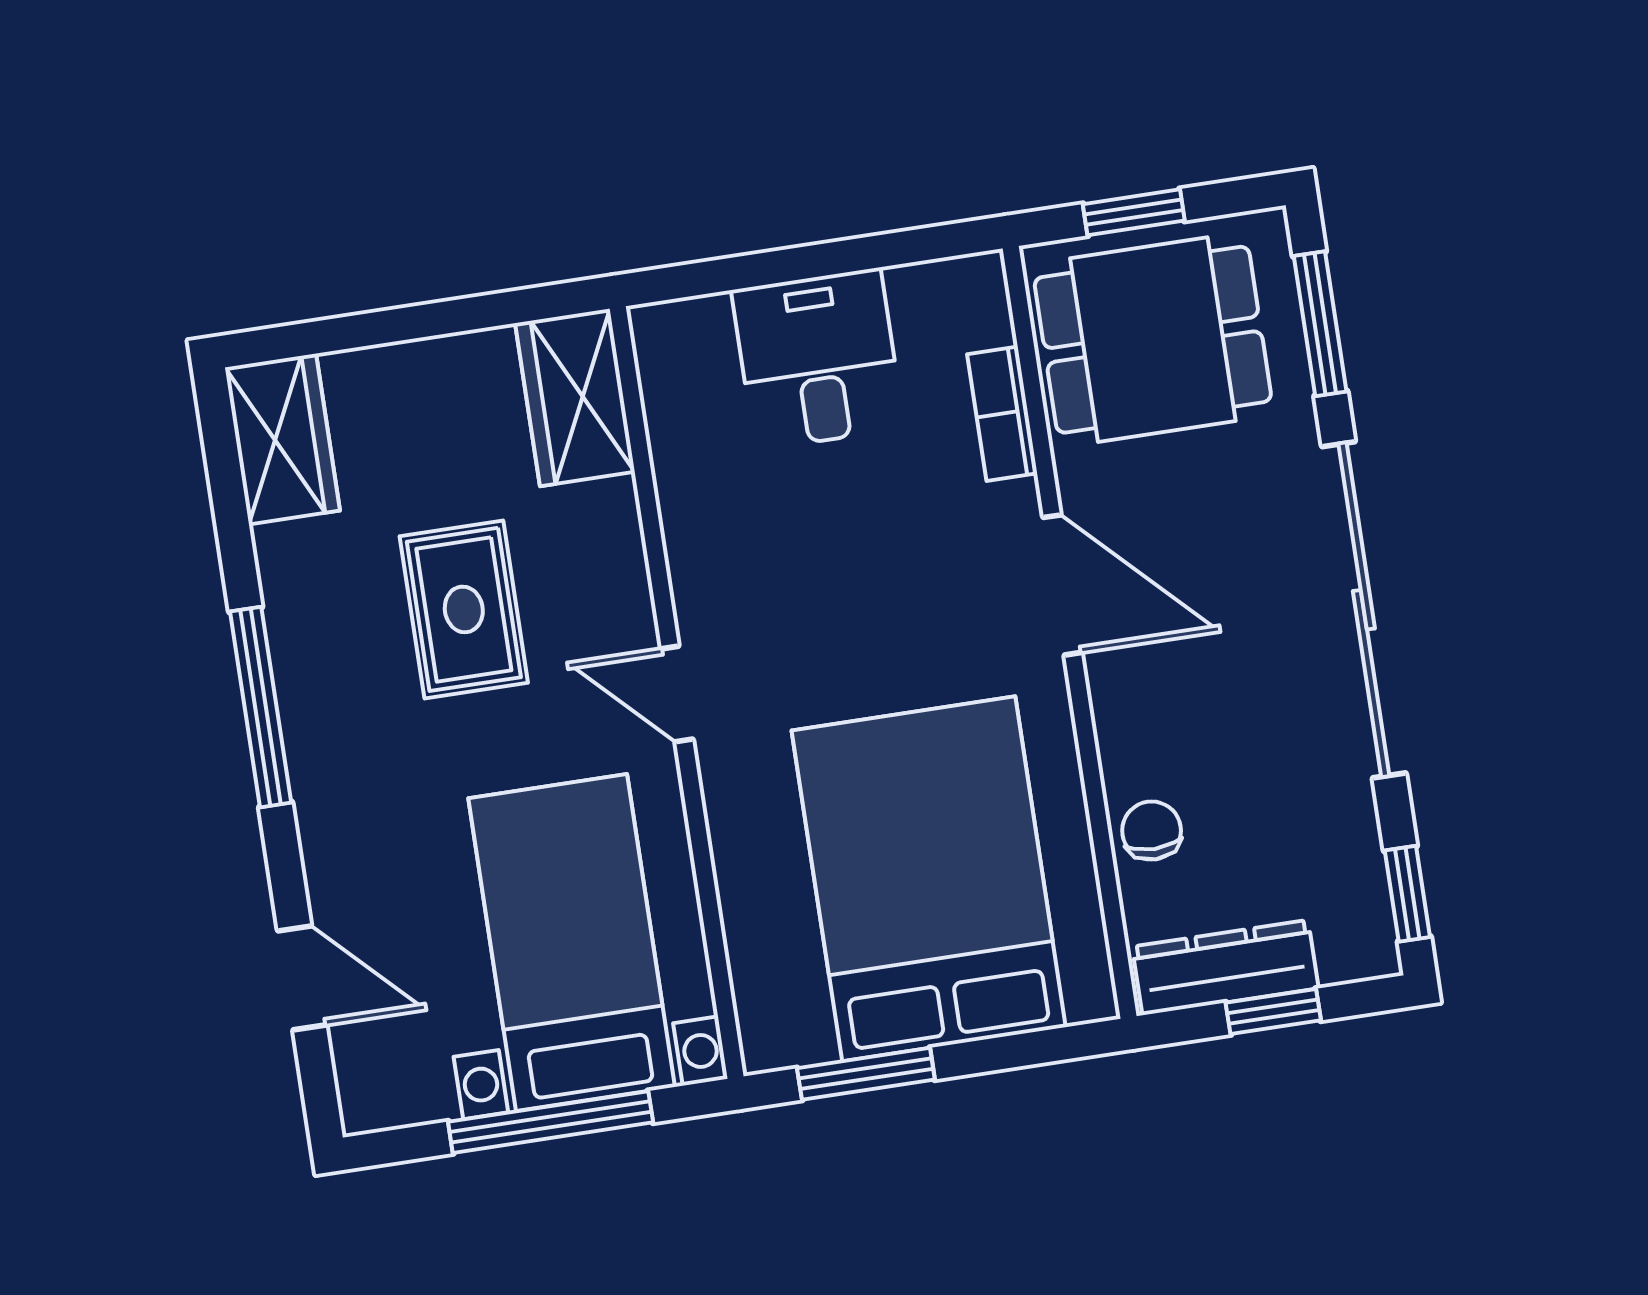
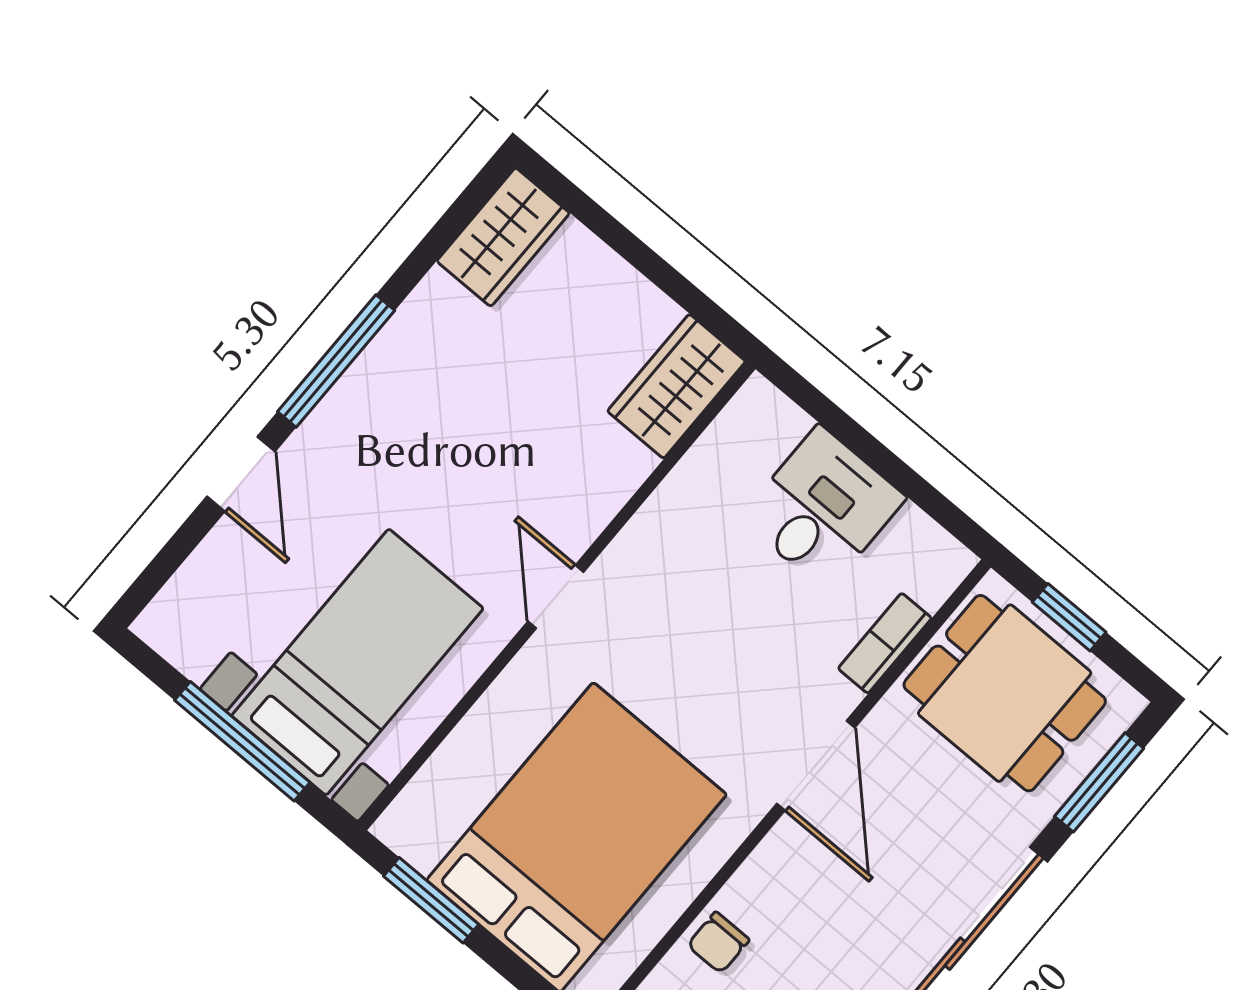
rug: (464, 609) -> (496, 430), removed
chair: (1152, 831) -> (718, 943), turned 180
door: (302, 978) -> (241, 474), moved

